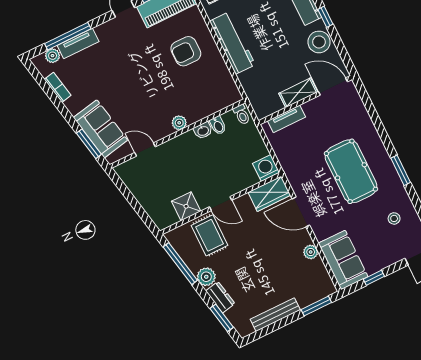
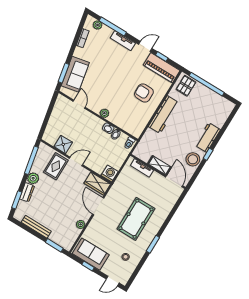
tv unit: (78, 43) -> (123, 41), moved
door: (221, 204) -> (76, 162), swing flipped
sofa: (343, 260) -> (91, 254), moved, turned -90

